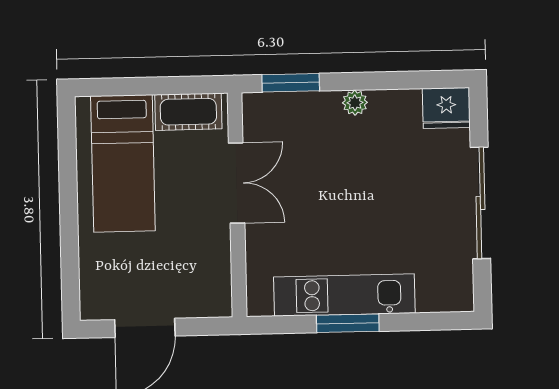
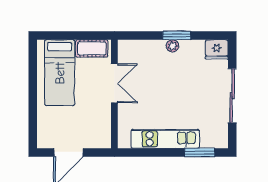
window: (291, 83) -> (177, 36), moved
window: (348, 323) -> (200, 153), moved

